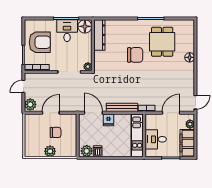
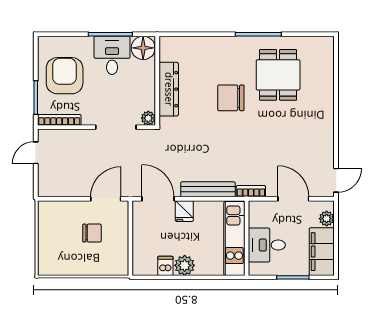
dresser: (99, 35) -> (169, 89), moved
armchair: (40, 42) -> (65, 76), turned -90
chair: (135, 55) -> (231, 98), turned 180
floor lamp: (190, 57) -> (326, 102), removed
plant: (30, 104) -> (48, 184), removed
door: (51, 113) -> (106, 199), moved
door: (171, 113) -> (293, 199), hinge flipped
plant: (50, 151) -> (82, 266), removed
plant: (87, 151) -> (185, 265), moved

